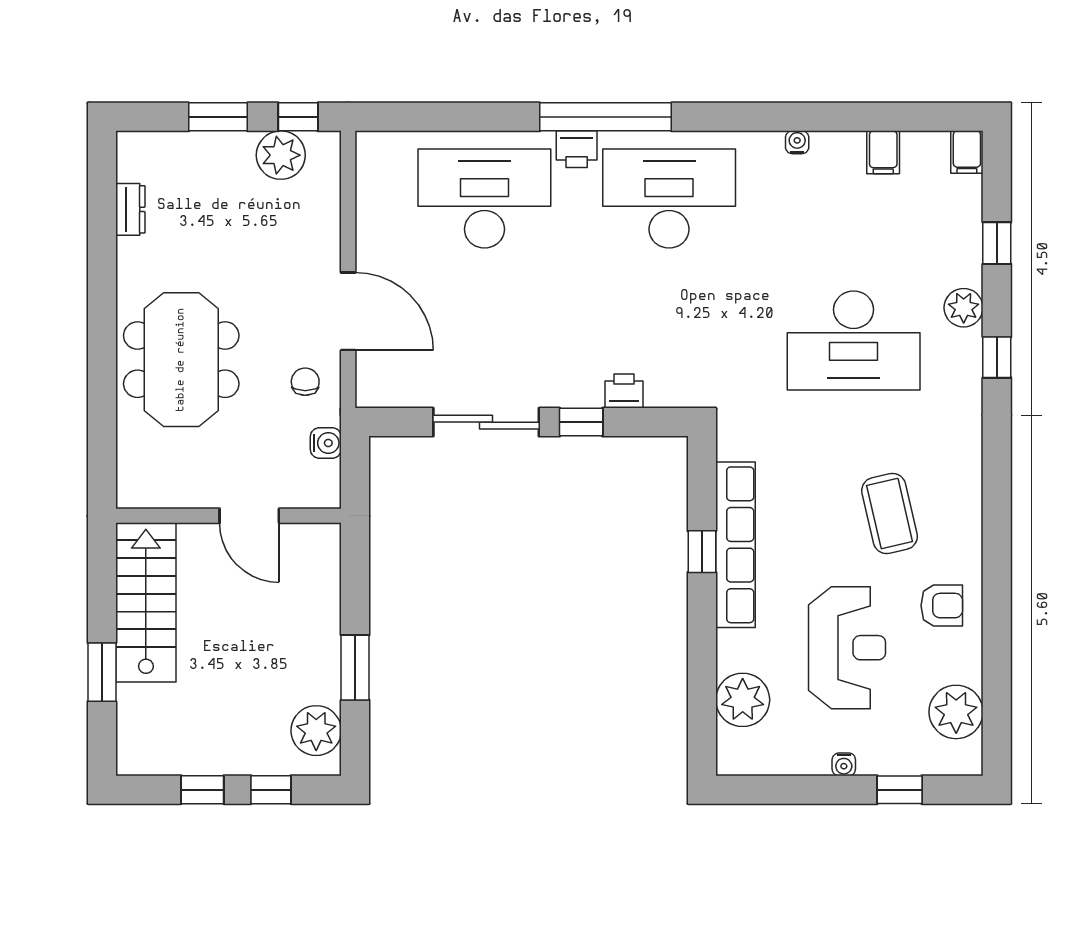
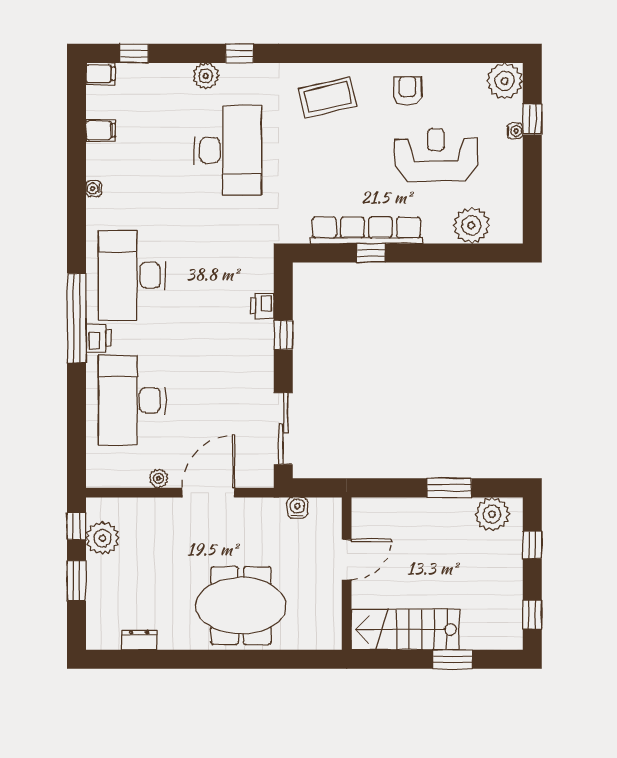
plant: (369, 238) -> (159, 478), added
window: (997, 243) -> (134, 53), moved
chair: (305, 382) -> (256, 522), removed
sliding door: (486, 422) -> (283, 428), moved
coffee table: (890, 514) -> (328, 97), moved
plant: (956, 712) -> (505, 81), moved
water cooler: (844, 764) -> (515, 131), moved
window: (202, 790) -> (532, 614), moved

